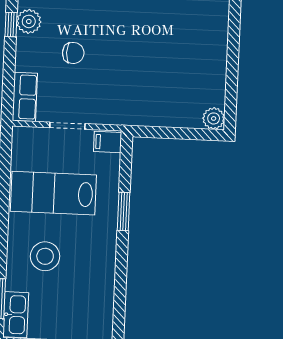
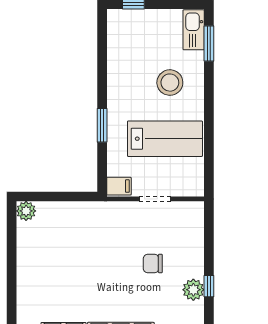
row of seats: (25, 97) -> (194, 223), removed

